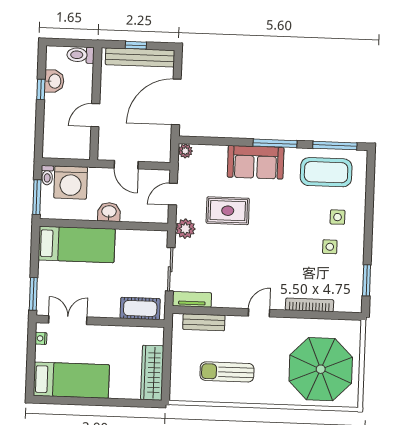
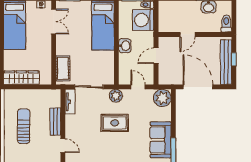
door: (95, 115) -> (187, 34), swing flipped
plant: (185, 151) -> (162, 98), width x1.88, depth x1.88
rug: (228, 211) -> (115, 123), moved, turned 90
bench: (204, 322) -> (55, 122), moved

